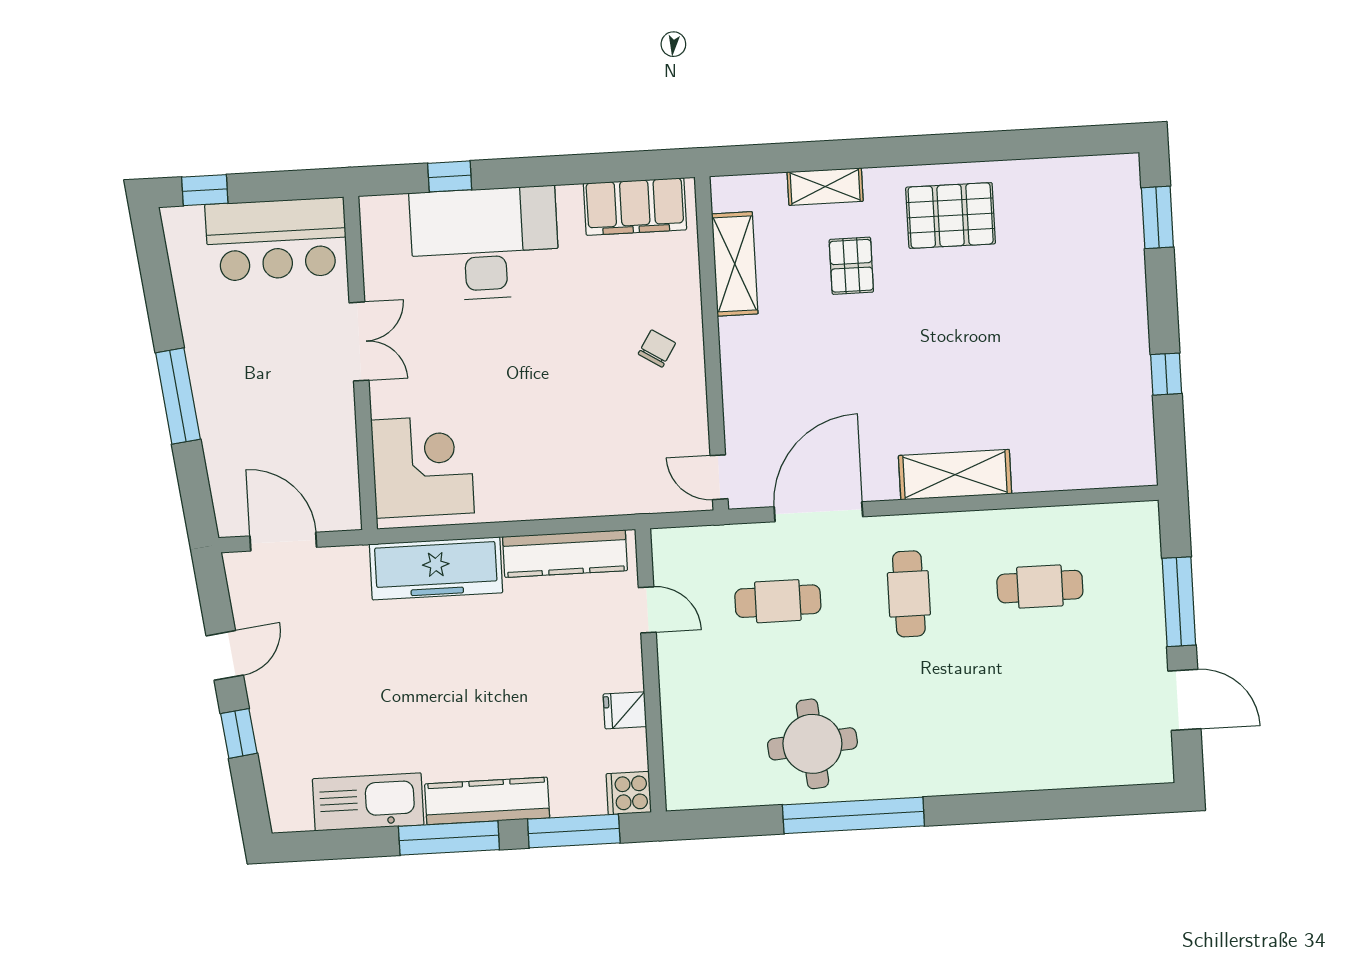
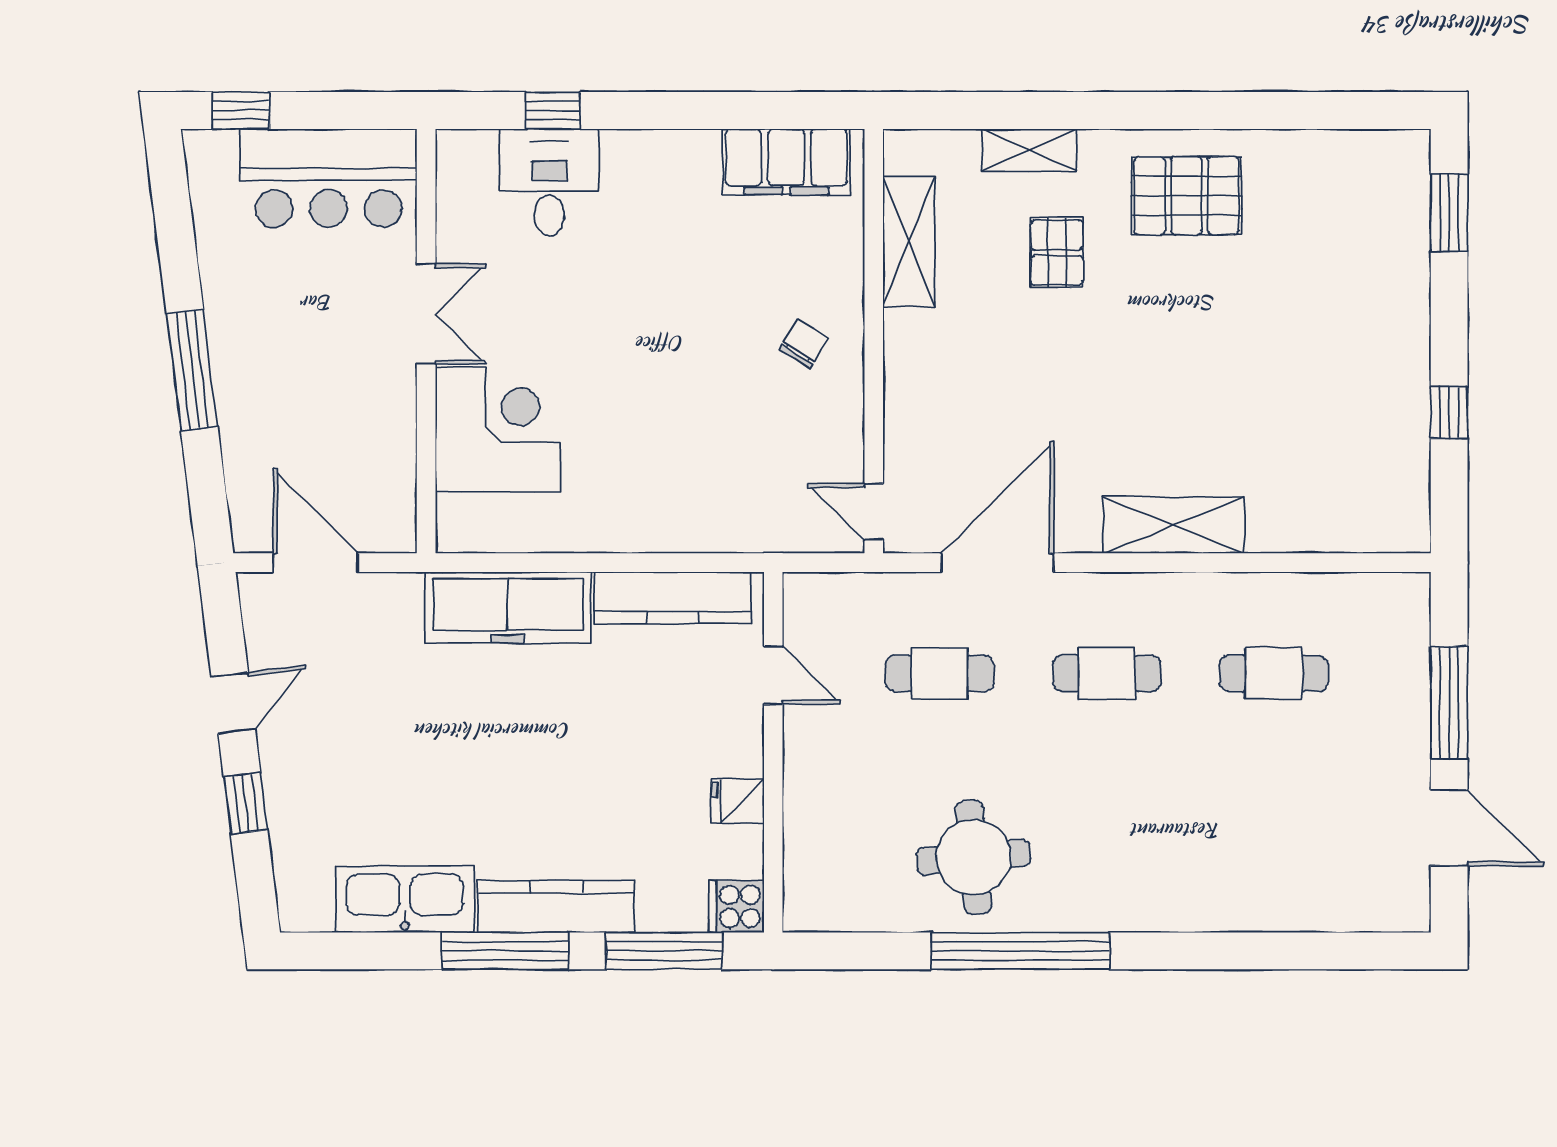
desk: (485, 244) -> (549, 182), width x0.53, depth x0.77
corner desk: (423, 466) -> (498, 429), moved
cafe table: (909, 594) -> (1107, 673), turned 90

